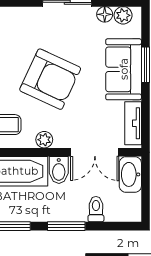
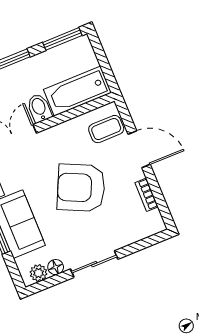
plant: (44, 140) -> (64, 130), removed

